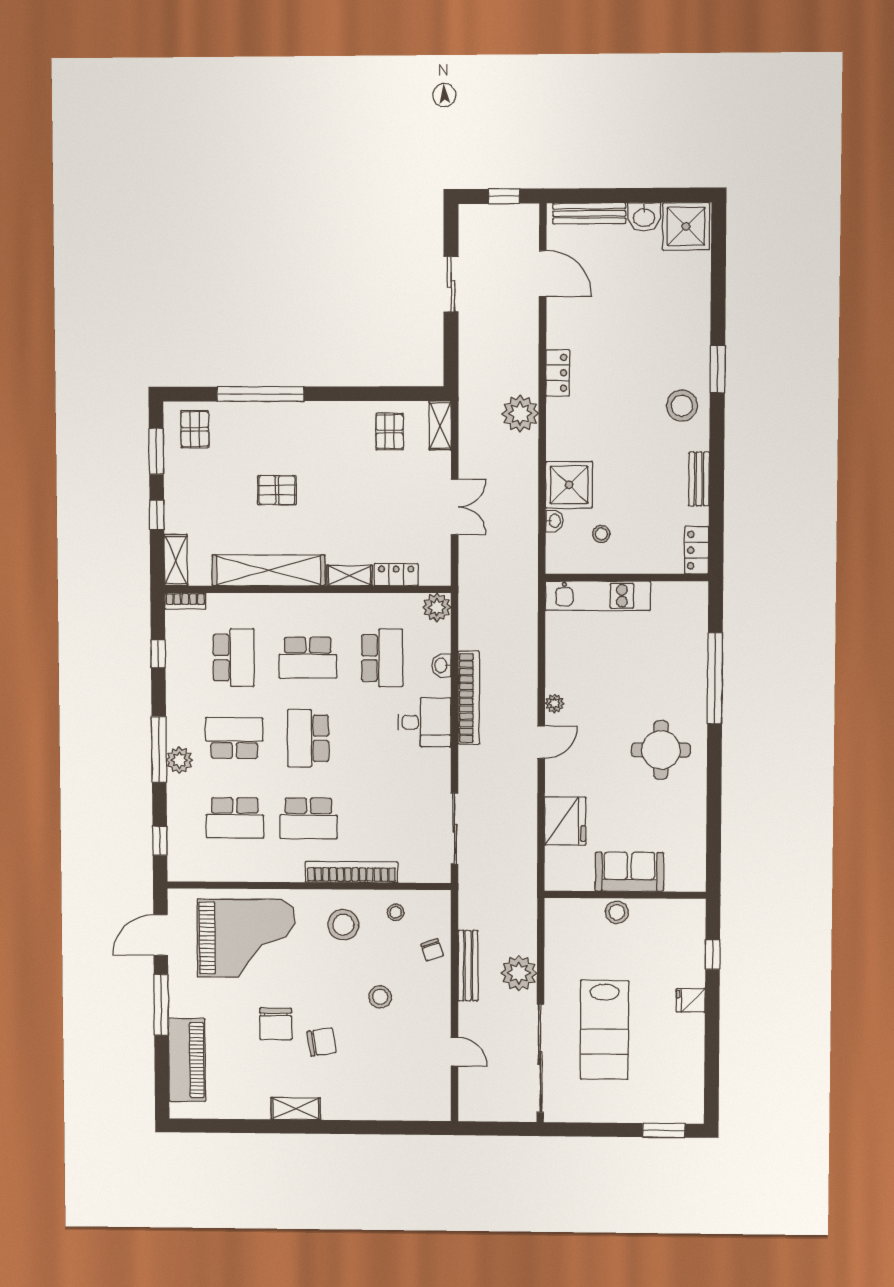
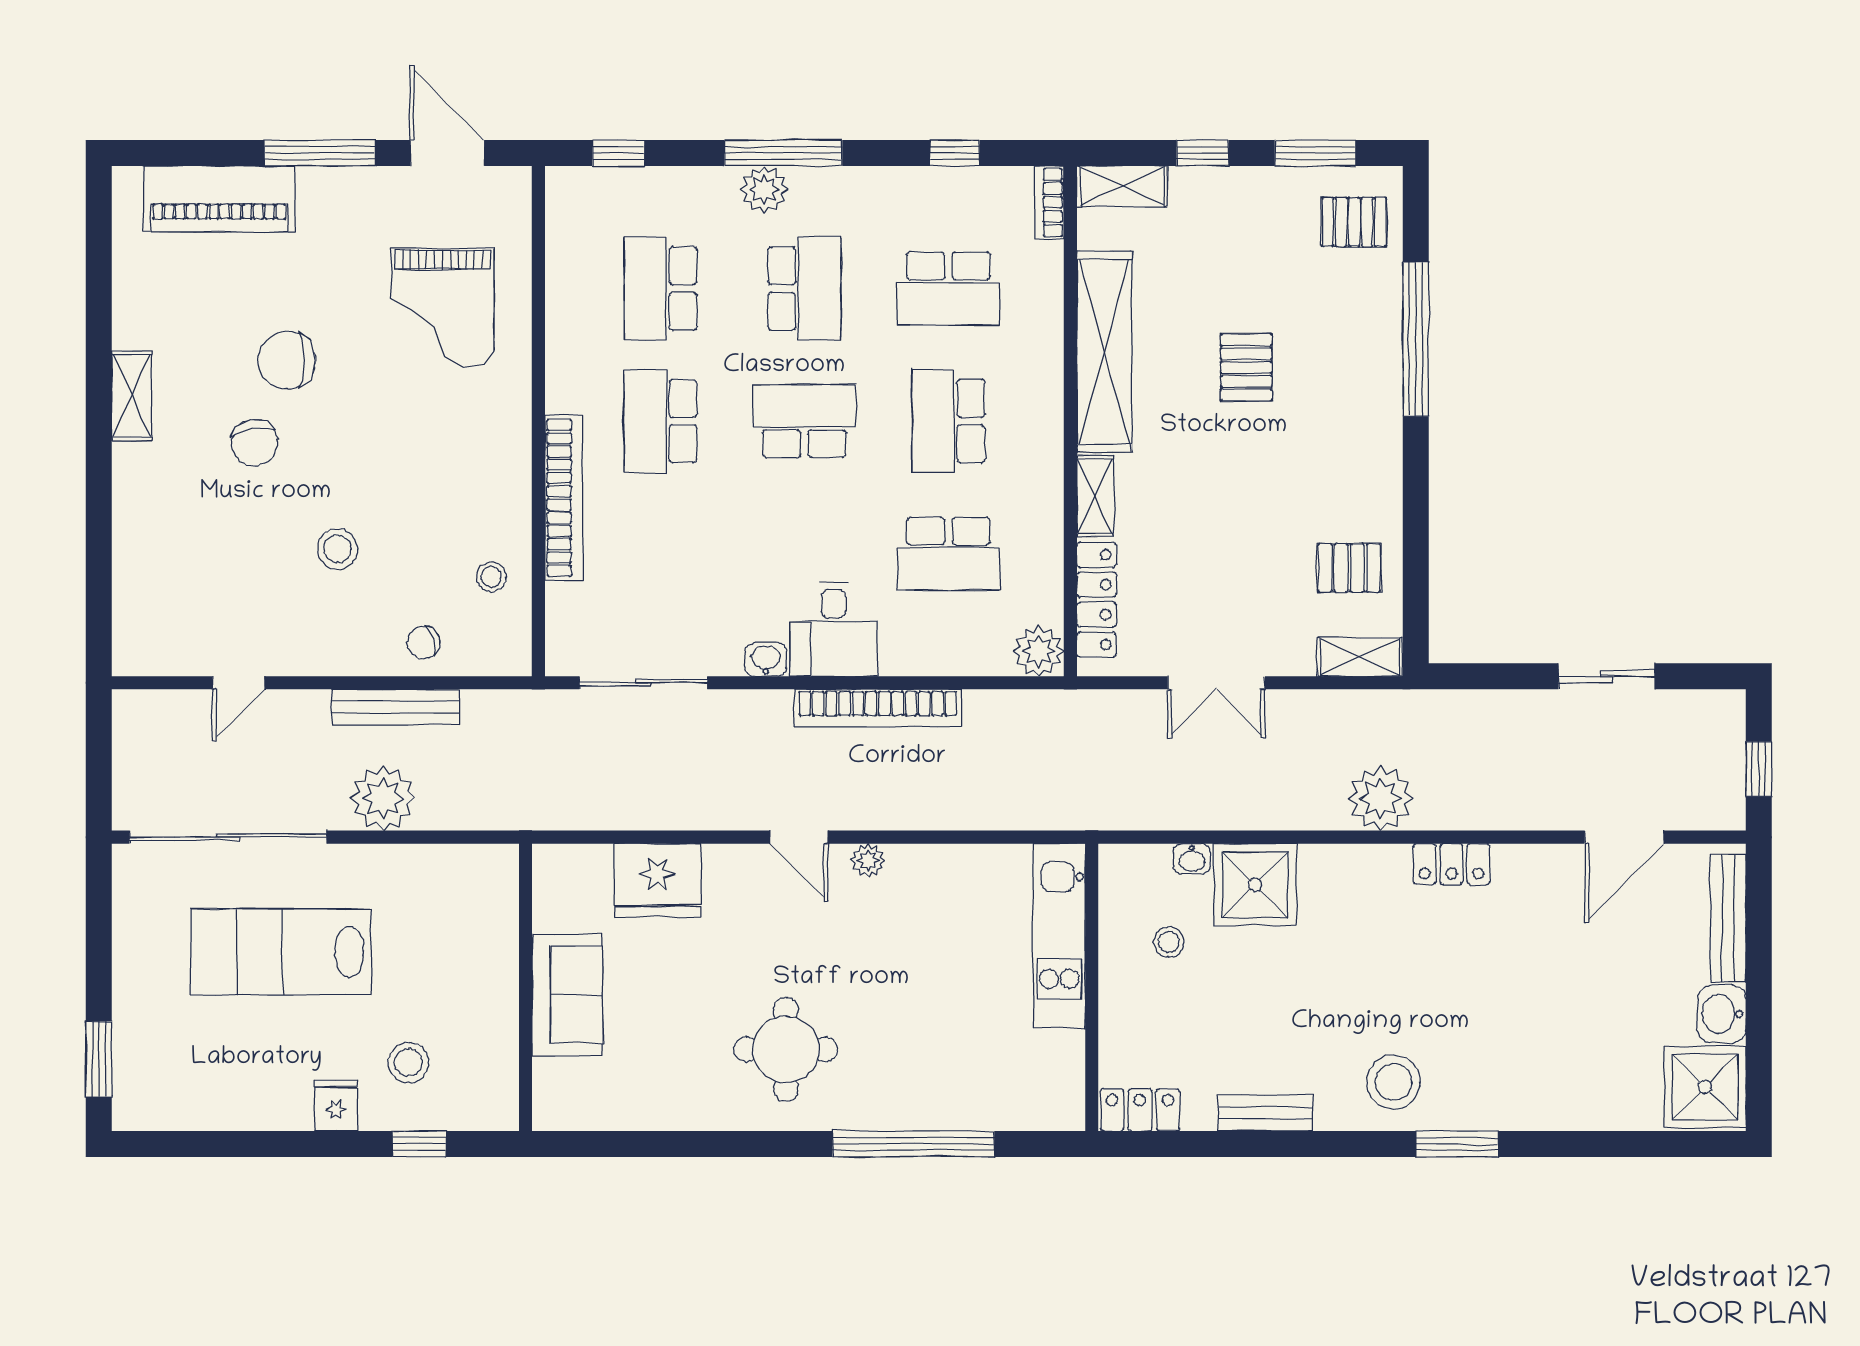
locker: (396, 575) -> (1097, 600), width x1.53
washbasin: (441, 665) -> (766, 659), moved
stool: (617, 912) -> (408, 1063), moved
stool: (343, 925) -> (468, 483), removed
grand piano: (246, 938) -> (442, 308), width x0.73, depth x0.68

